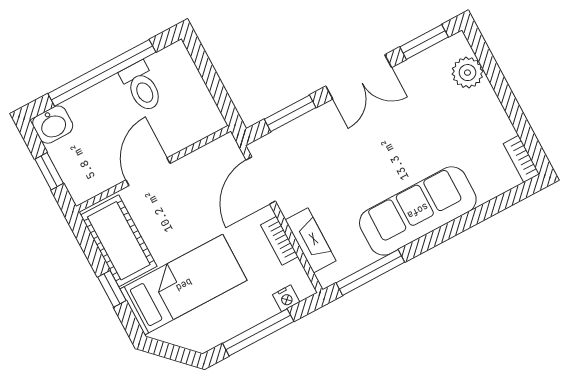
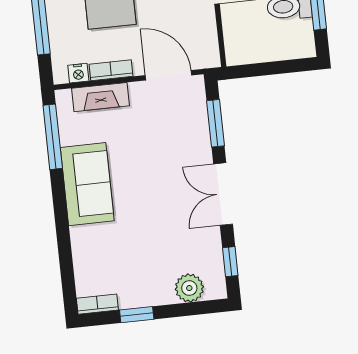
window: (424, 42) -> (230, 262), width x0.67
window: (516, 115) -> (137, 315), added
sofa: (418, 211) -> (87, 184), width x0.73
nightstand: (286, 298) -> (78, 73), moved, turned -90

